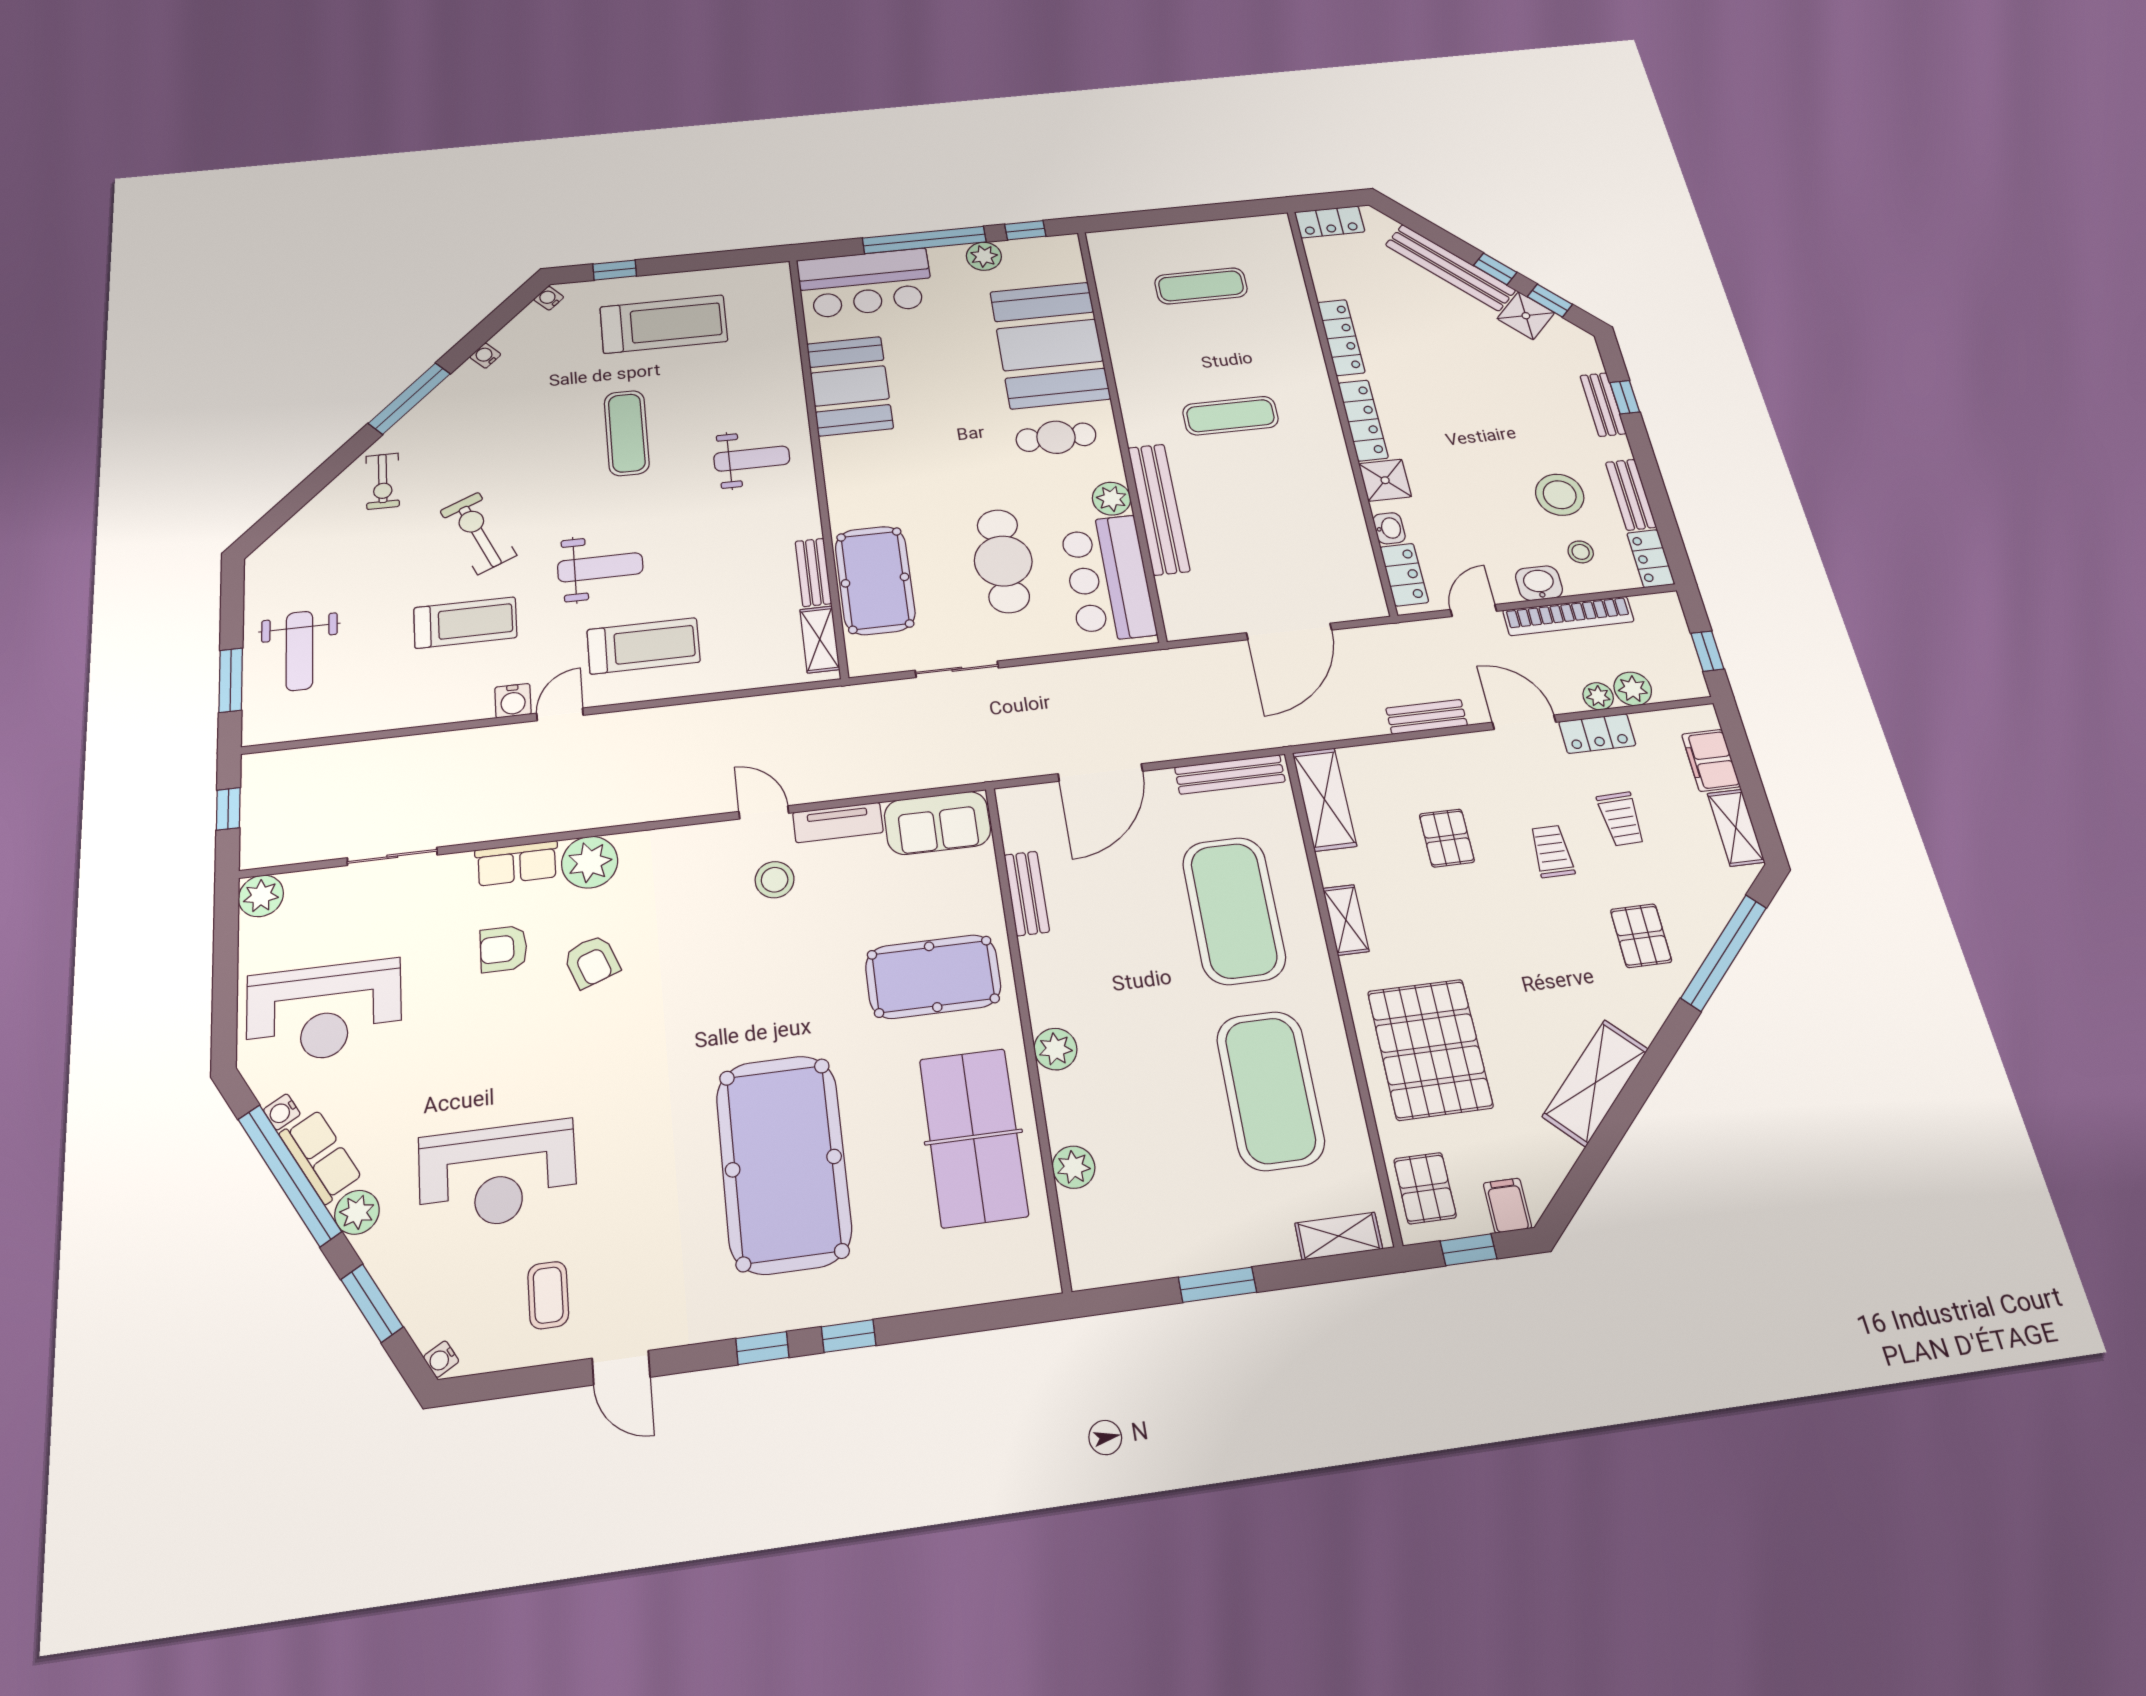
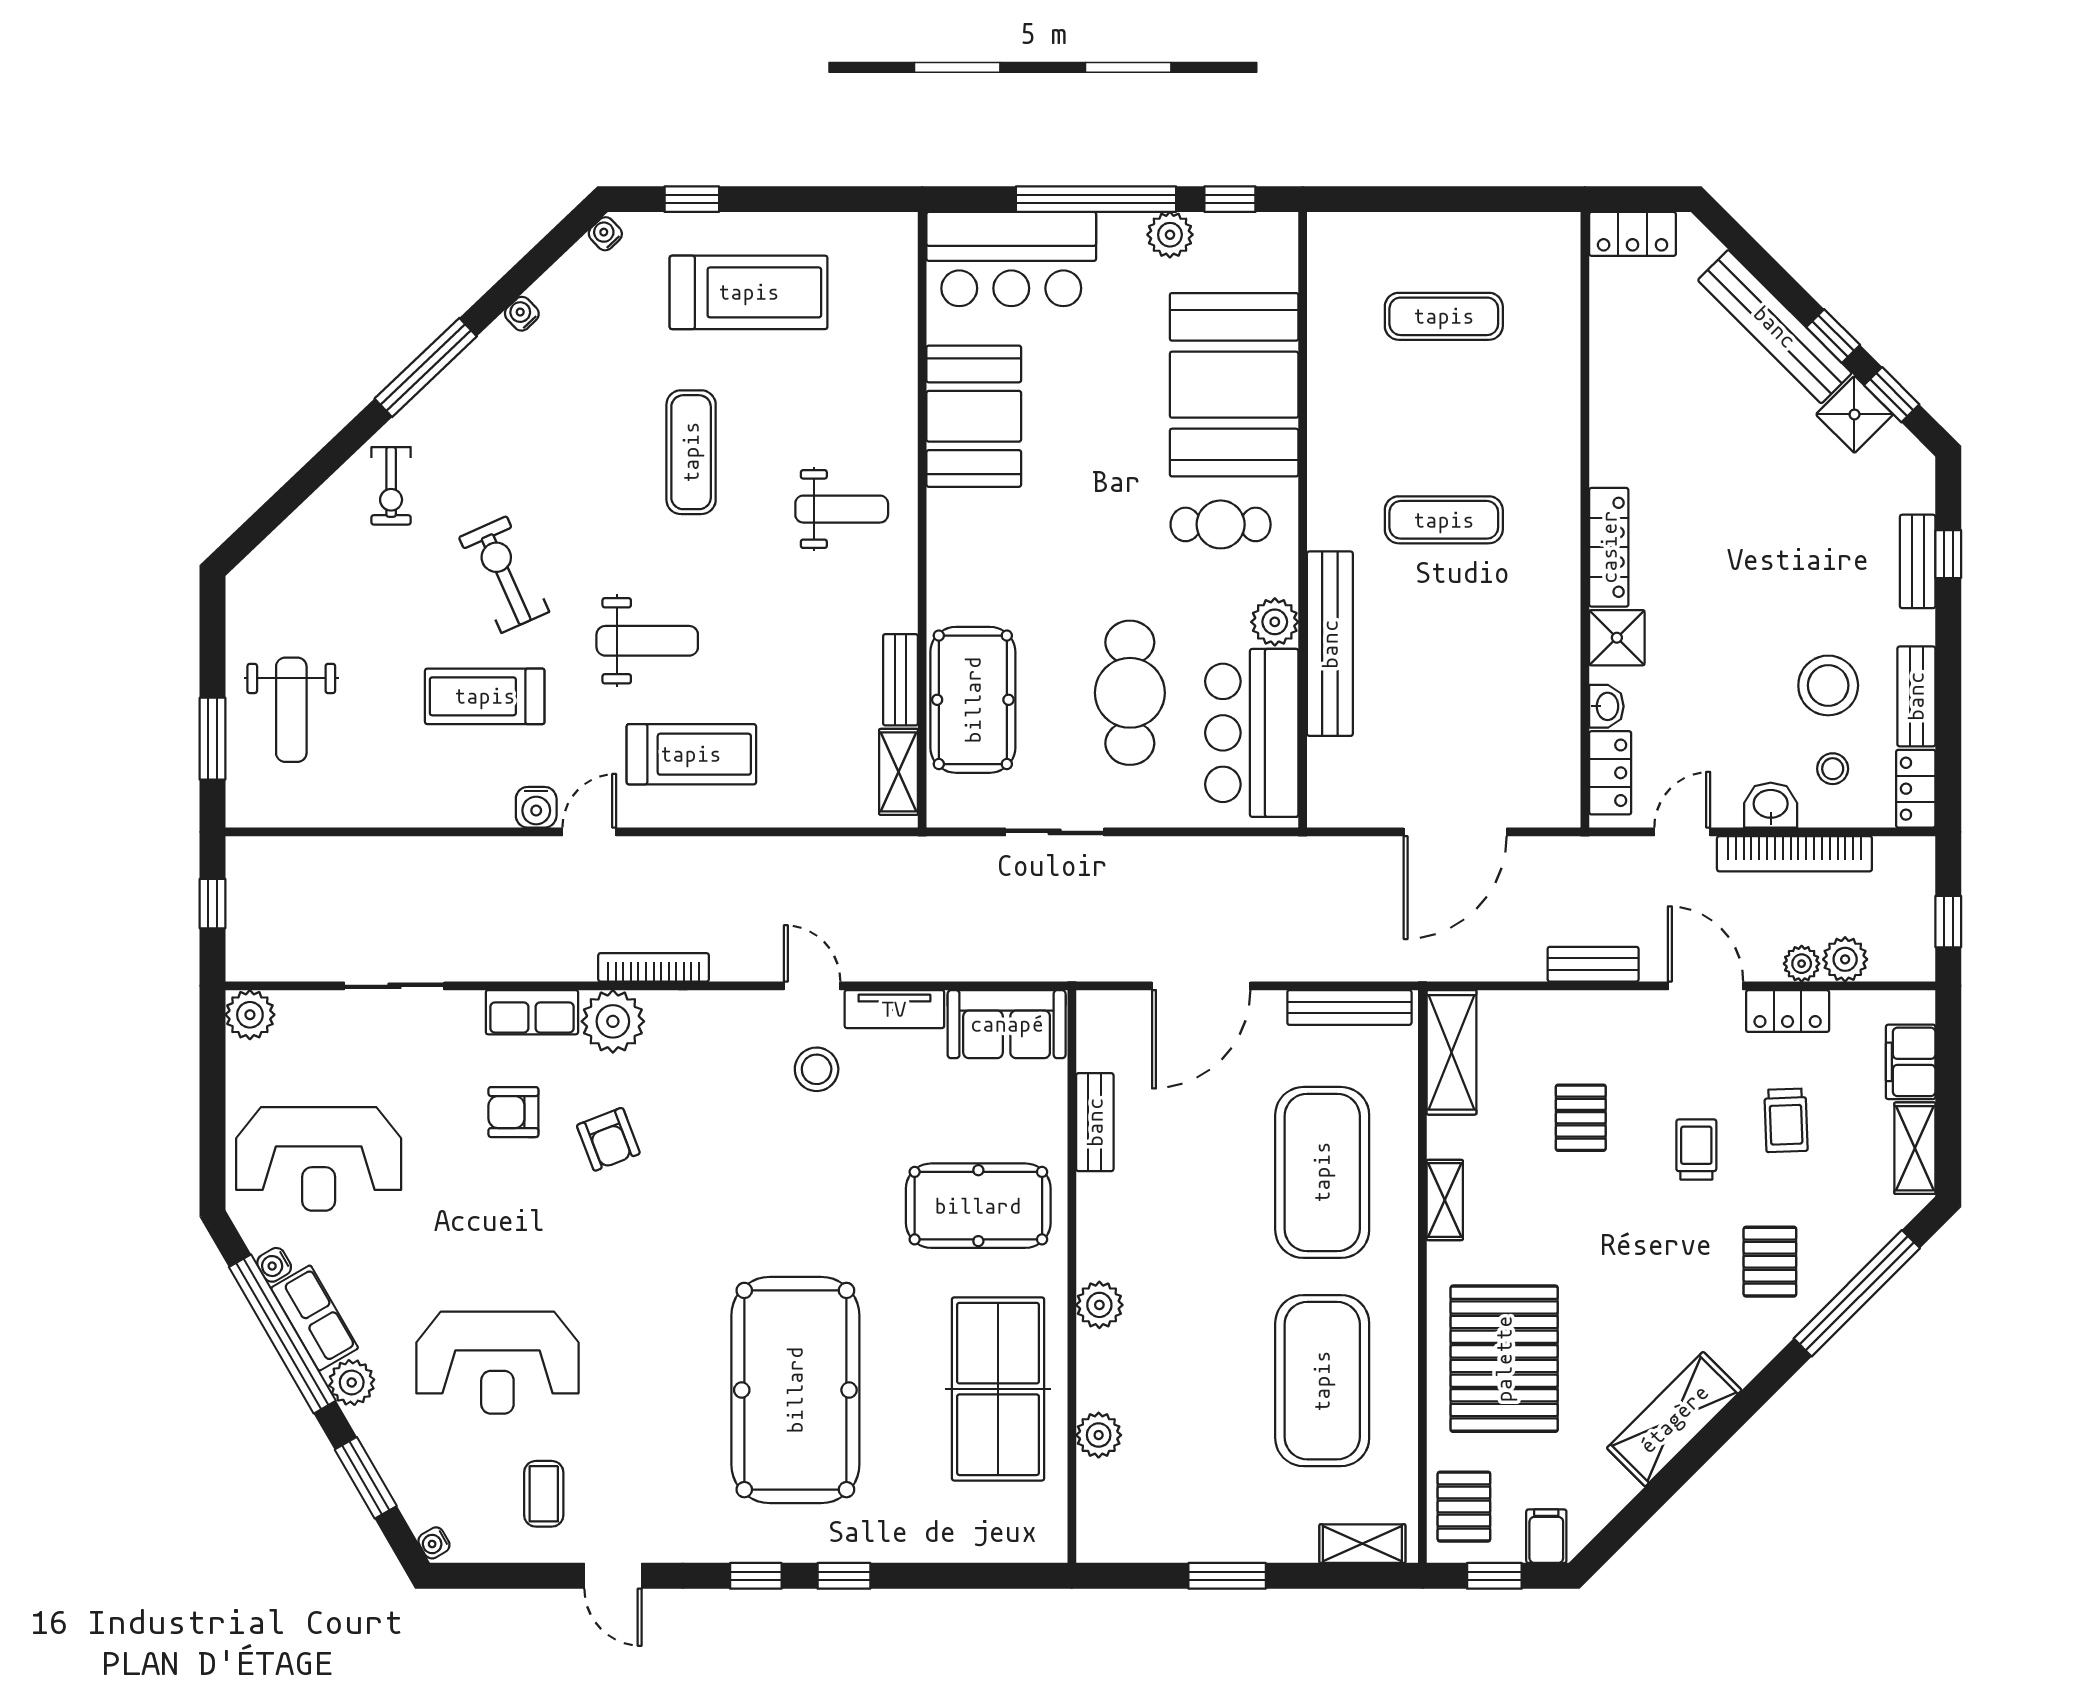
locker: (1341, 337) -> (1608, 419), removed
treadmill: (465, 623) -> (485, 696), turned 180
bookcase: (623, 814) -> (654, 967), added

